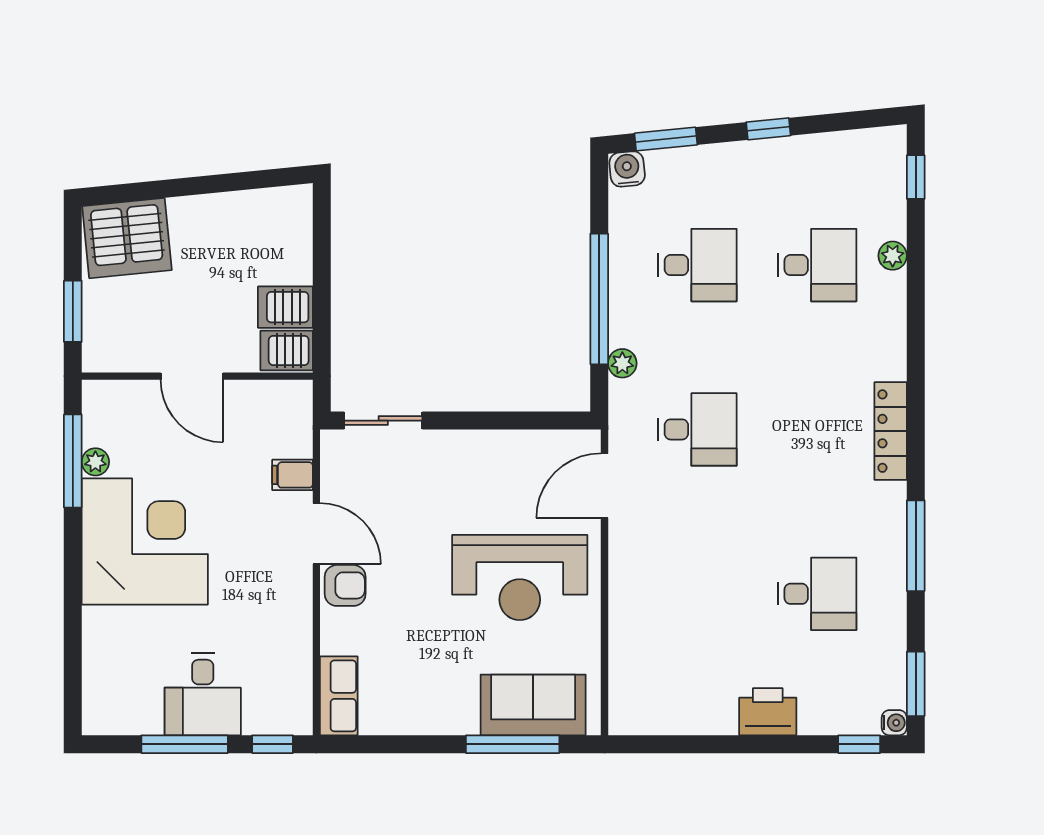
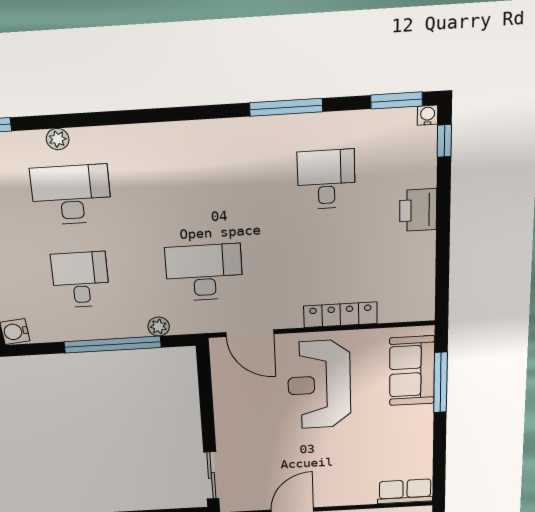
desk: (817, 265) -> (71, 195), width x1.37
desk: (698, 429) -> (204, 273), width x1.37
locker: (891, 431) -> (340, 315), moved, turned 180
reception desk: (520, 577) -> (319, 385), turned 180
armchair: (345, 585) -> (328, 492), removed

